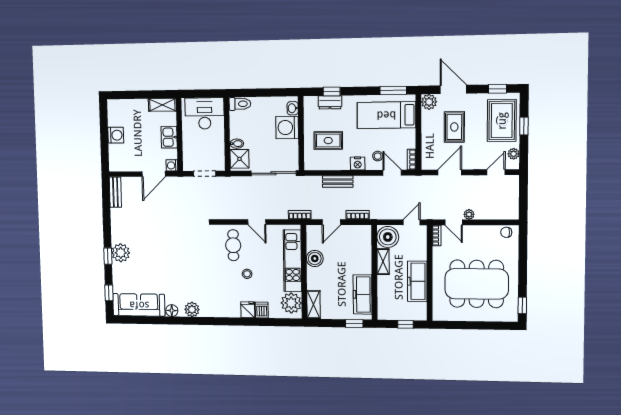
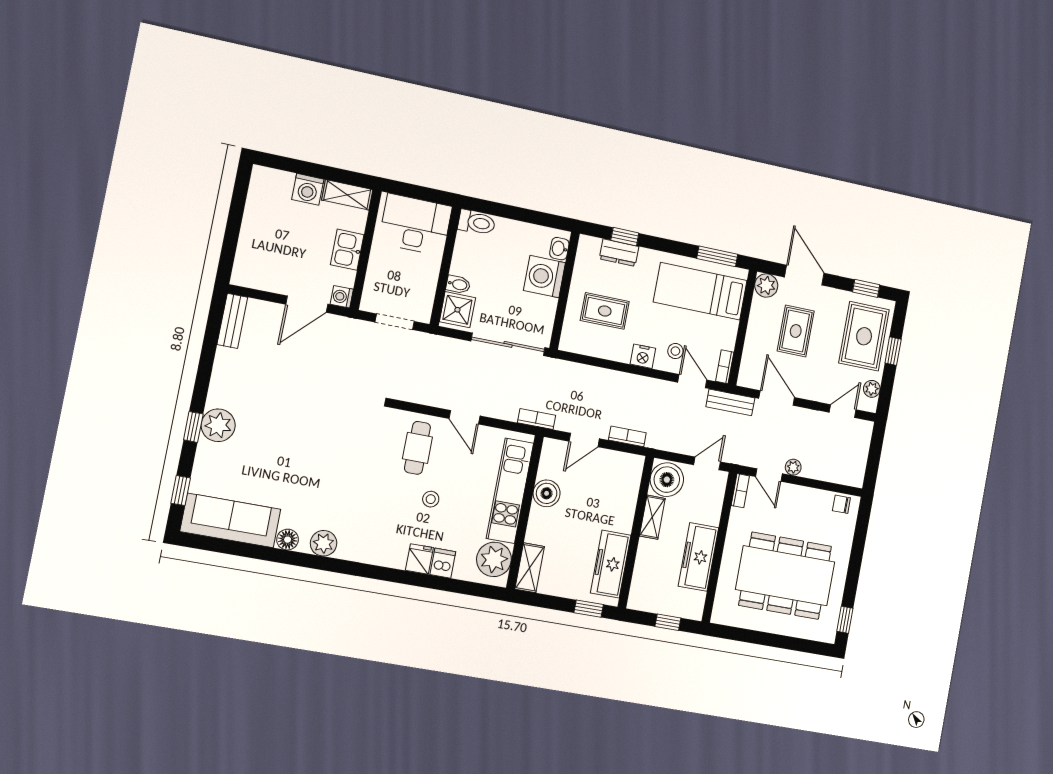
washing machine: (116, 135) -> (308, 189), moved, turned 90
door: (450, 172) -> (777, 398), hinge flipped
bench: (338, 182) -> (730, 402), moved

